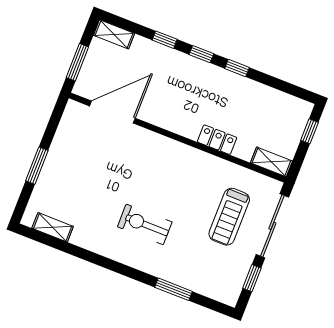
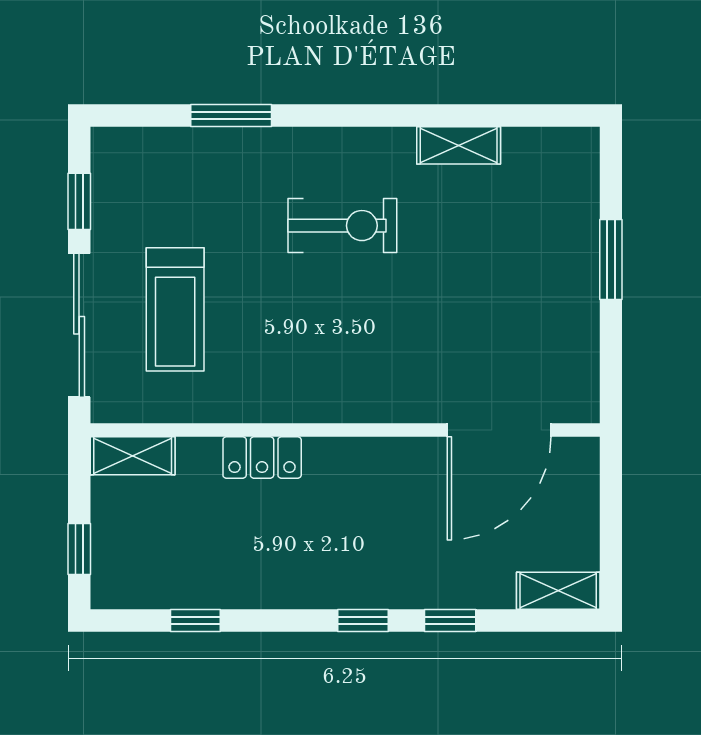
window: (77, 62) -> (611, 504), removed
window: (237, 68) -> (195, 621), moved
treadmill: (229, 217) -> (175, 309), turned 180
shelving: (53, 227) -> (459, 145), moved

